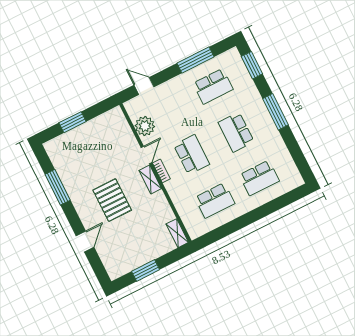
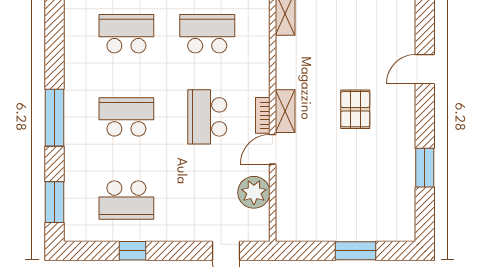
window: (195, 60) -> (132, 251), width x0.46
school desk: (213, 86) -> (126, 200), turned 180
school desk: (236, 132) -> (126, 117), turned -90
window: (58, 187) -> (425, 168), width x0.69
pallet: (112, 200) -> (355, 109), width x0.67, depth x0.71

